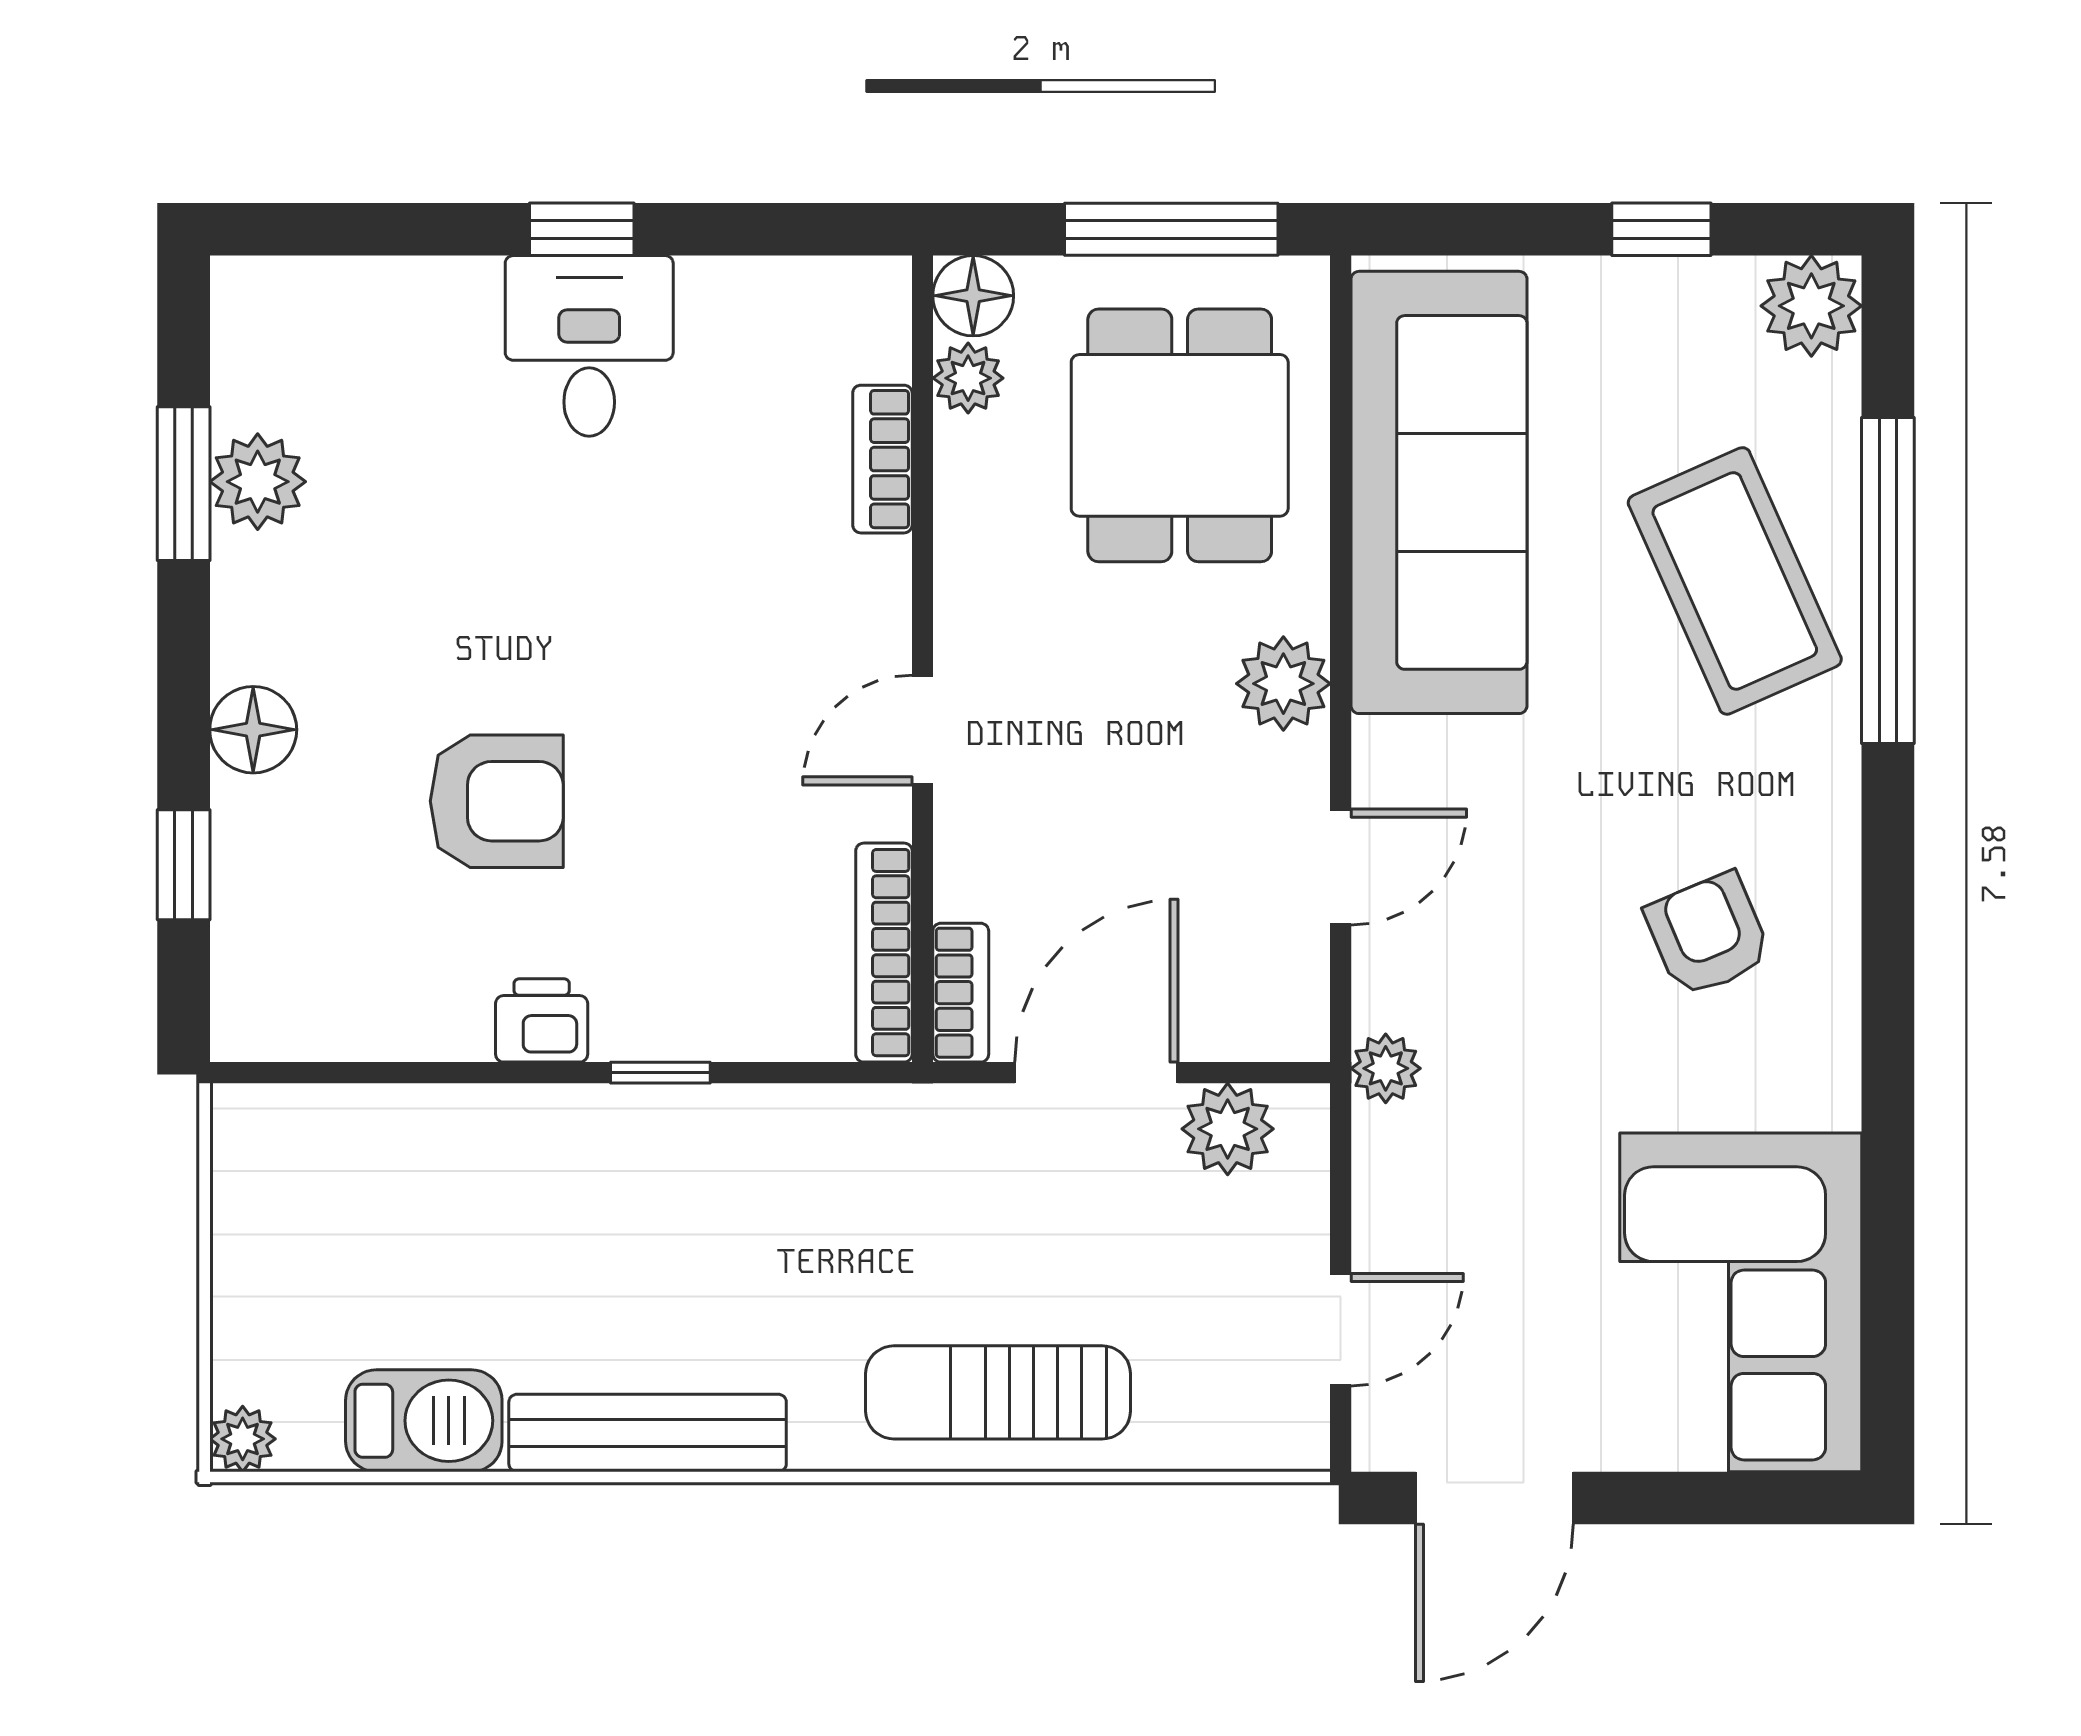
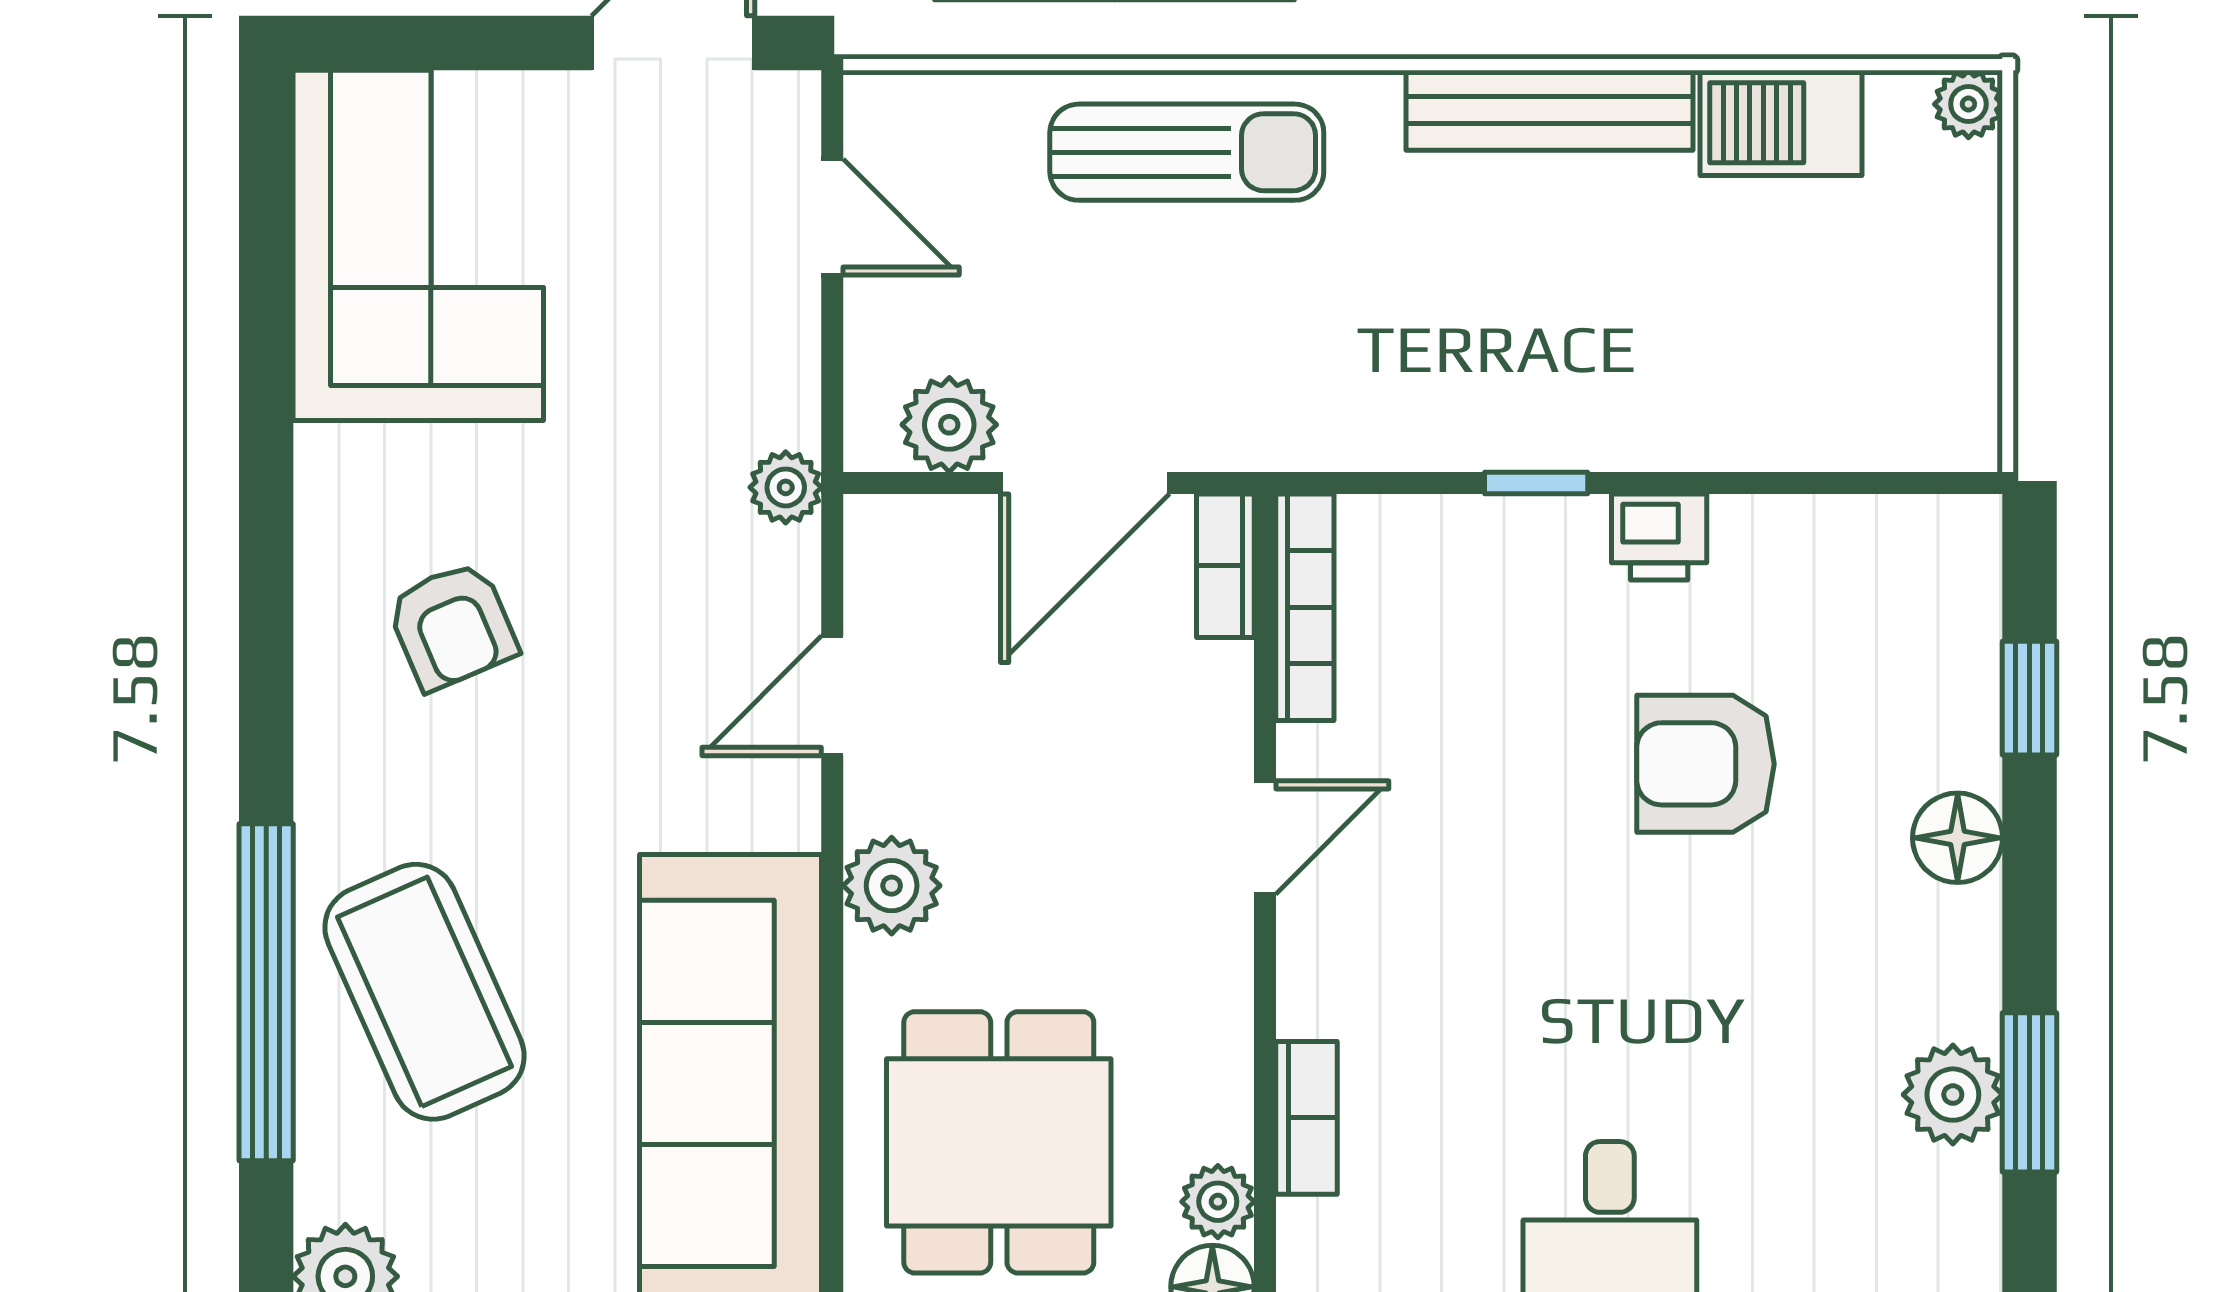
door: (1341, 1330) -> (832, 217), swing flipped

